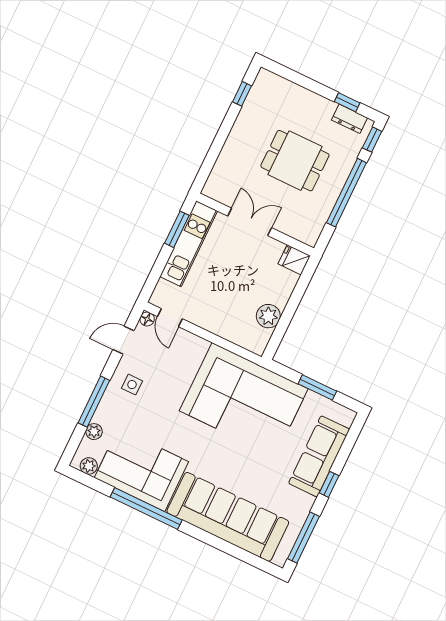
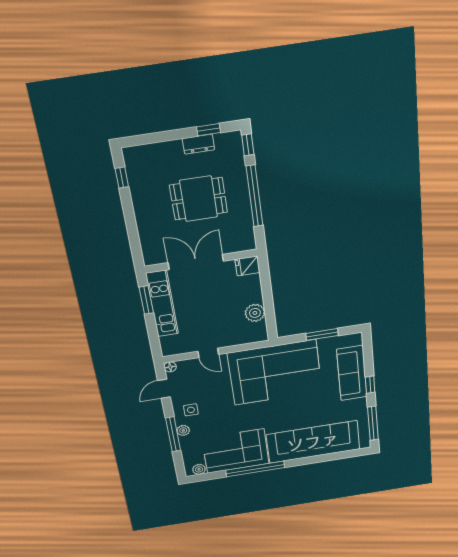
dresser: (350, 119) -> (198, 144), moved
double door: (250, 222) -> (196, 262), width x1.37
door: (170, 318) -> (208, 353), moved
plant: (94, 432) -> (183, 430), moved

